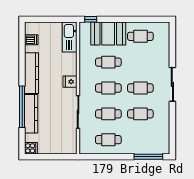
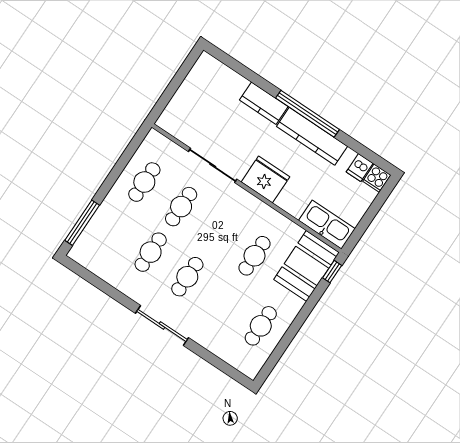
booth: (108, 34) -> (307, 266), moved
fridge: (70, 82) -> (265, 179), width x1.88, depth x1.34
cafe table: (108, 88) -> (218, 231), removed
window: (22, 107) -> (307, 114), moved
kitchen counter: (31, 114) -> (264, 103), width x0.67
cooker: (31, 148) -> (377, 178), moved

